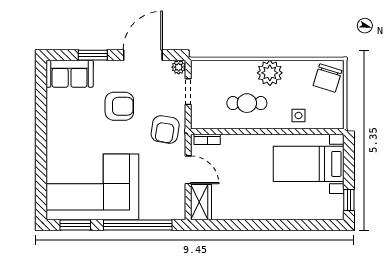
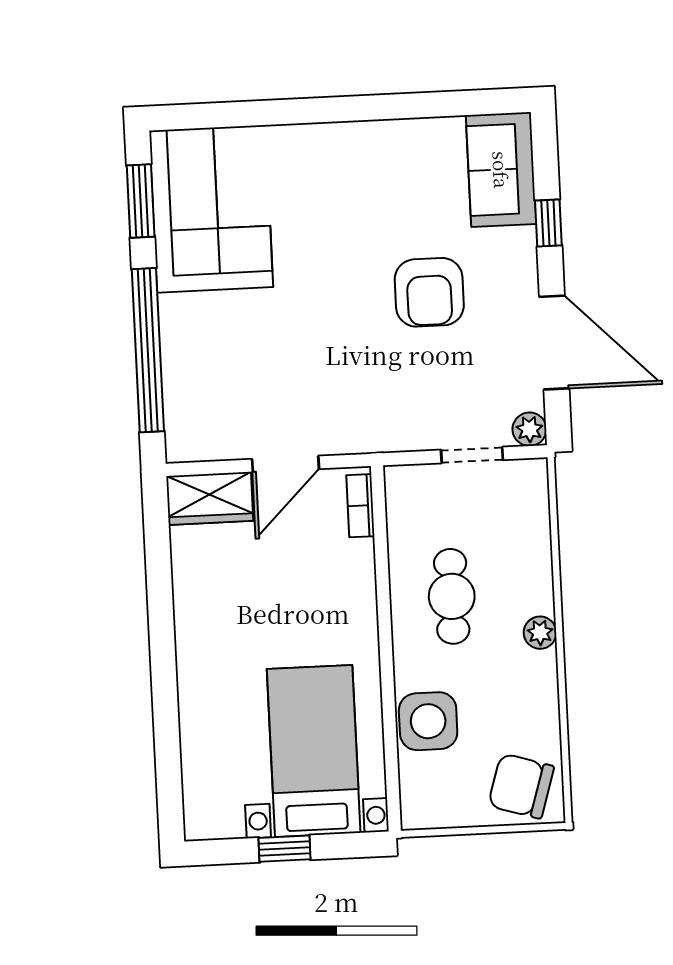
window: (93, 55) -> (548, 223), width x0.67
plant: (270, 73) -> (540, 633), width x0.53, depth x0.53
side table: (299, 115) -> (428, 721), width x1.87, depth x1.87
armchair: (165, 130) -> (379, 404), removed
corner sofa: (92, 187) -> (211, 209), width x0.73, depth x0.74
window: (349, 200) -> (285, 849), moved

